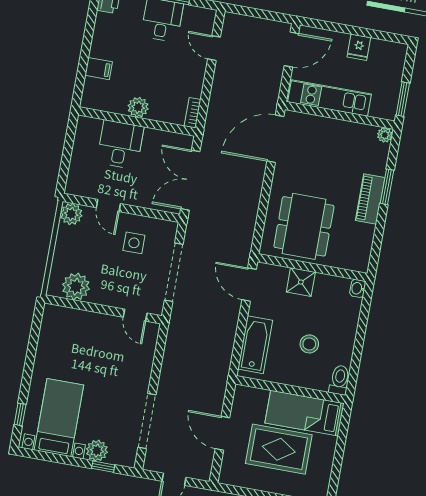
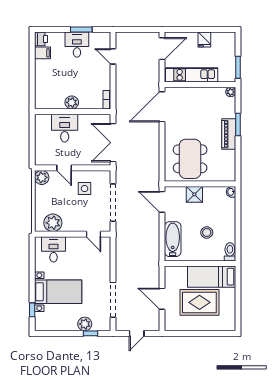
filing cabinet: (99, 69) -> (42, 53), moved
desk: (70, 328) -> (53, 249), added
bed with nightstands: (59, 418) -> (58, 292), moved, turned 90

